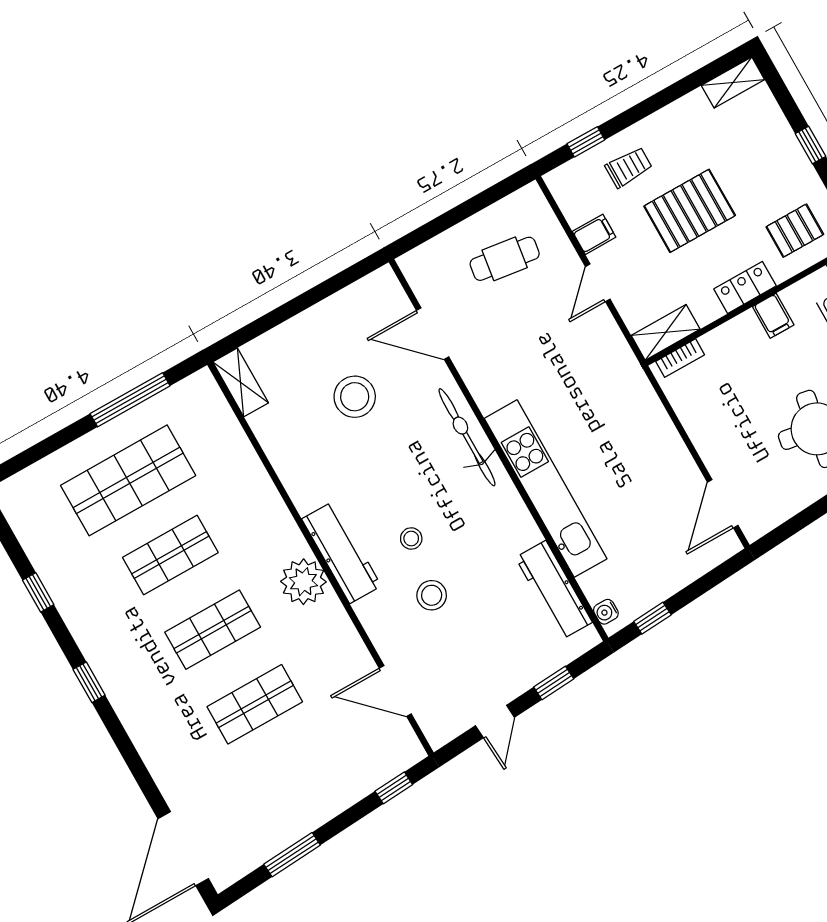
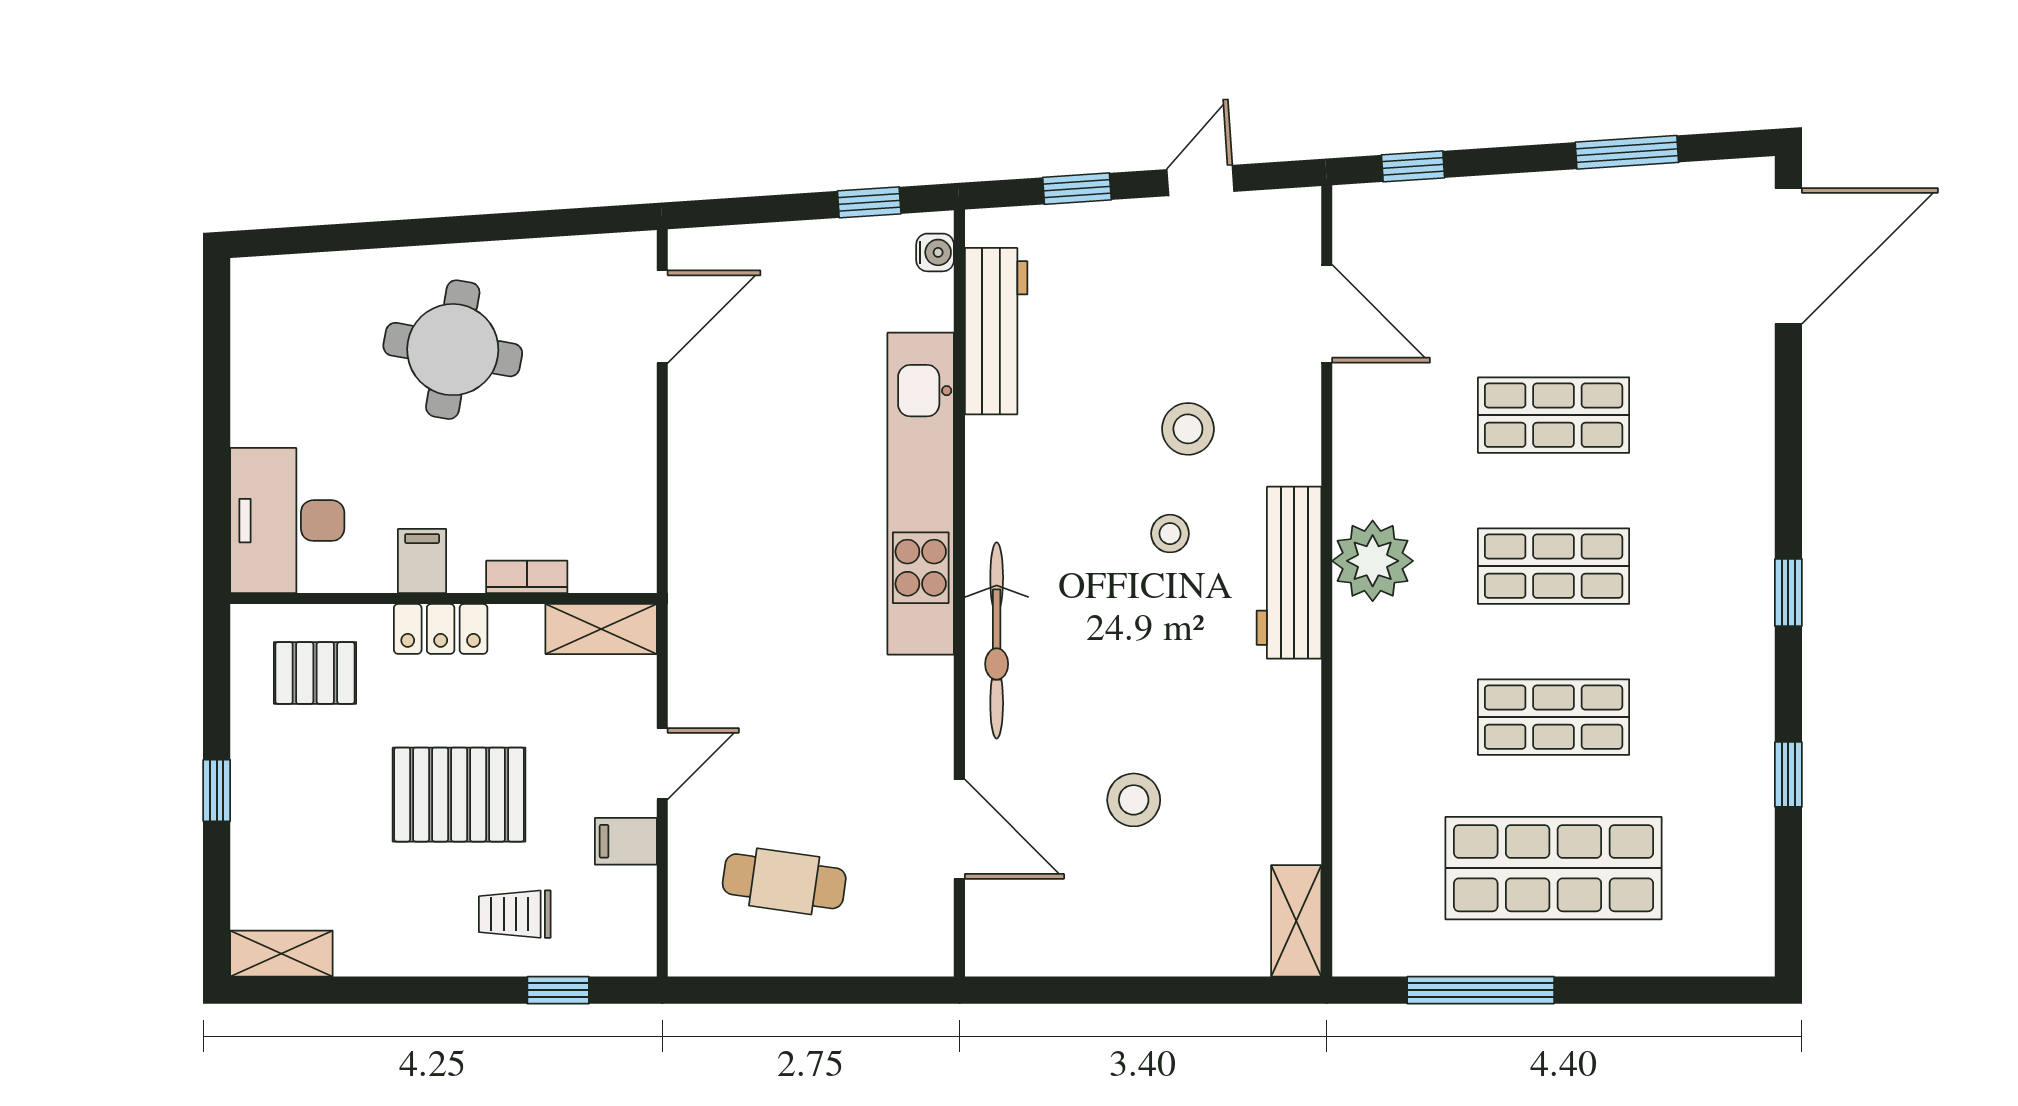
bookcase: (680, 358) -> (527, 577), moved
stool: (355, 397) -> (1134, 800), width x0.73, depth x0.73

